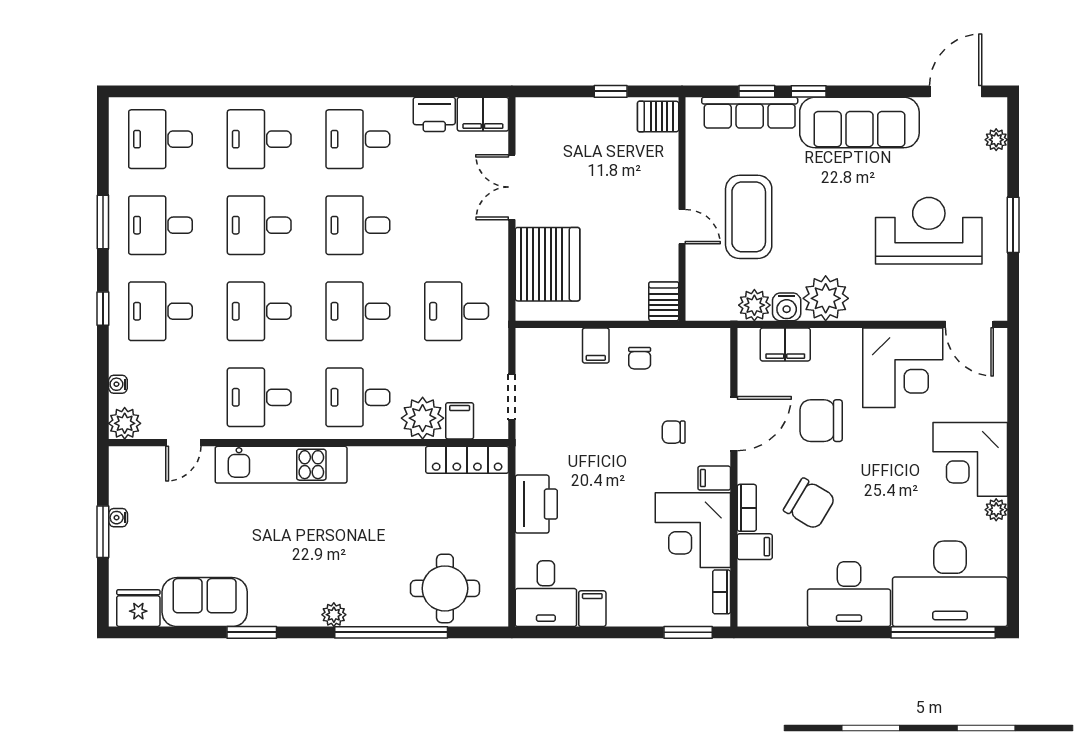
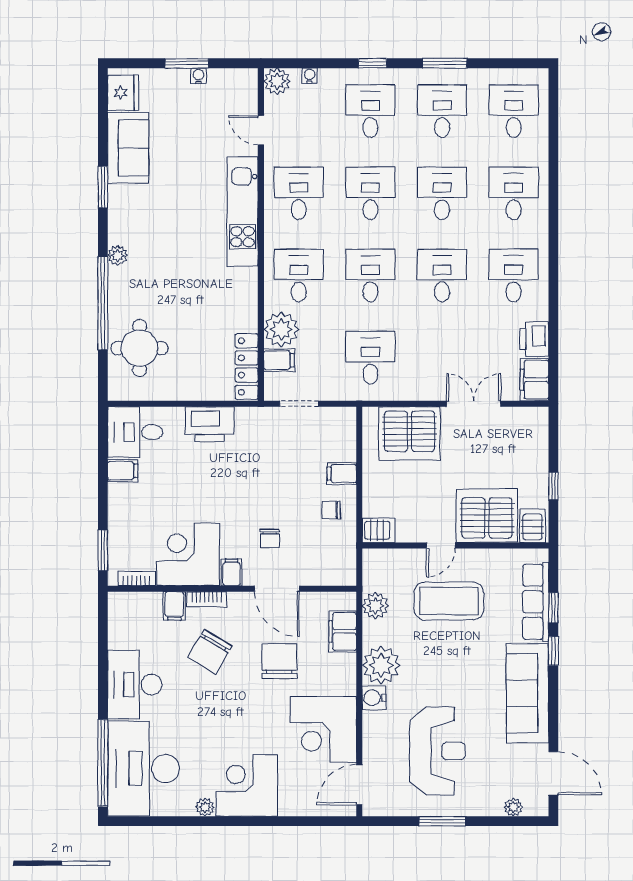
server rack: (646, 171) -> (487, 516), added
water cooler: (787, 307) -> (374, 698), moved
chair: (674, 432) -> (270, 539), turned 180

